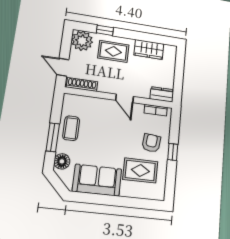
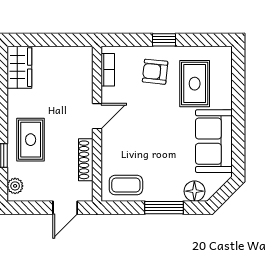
plant: (82, 41) -> (15, 186), width x0.53, depth x0.53
wardrobe: (149, 49) -> (19, 67), moved
shoe rack: (82, 84) -> (86, 160), moved
dresser: (162, 94) -> (84, 63), removed
coffee table: (71, 128) -> (126, 185), moved

